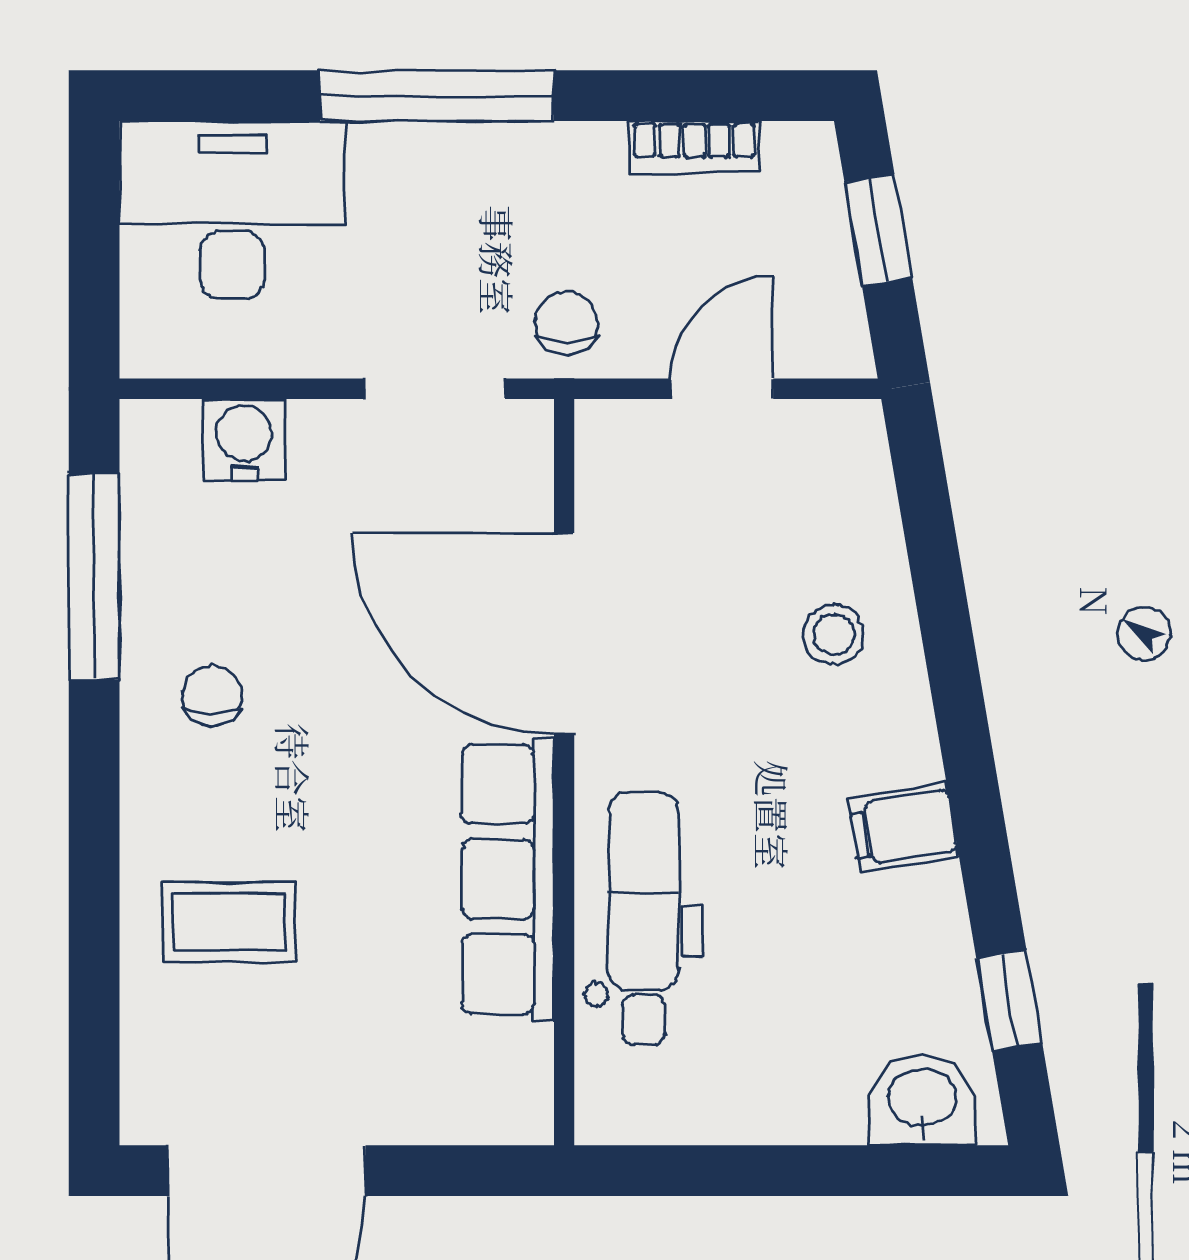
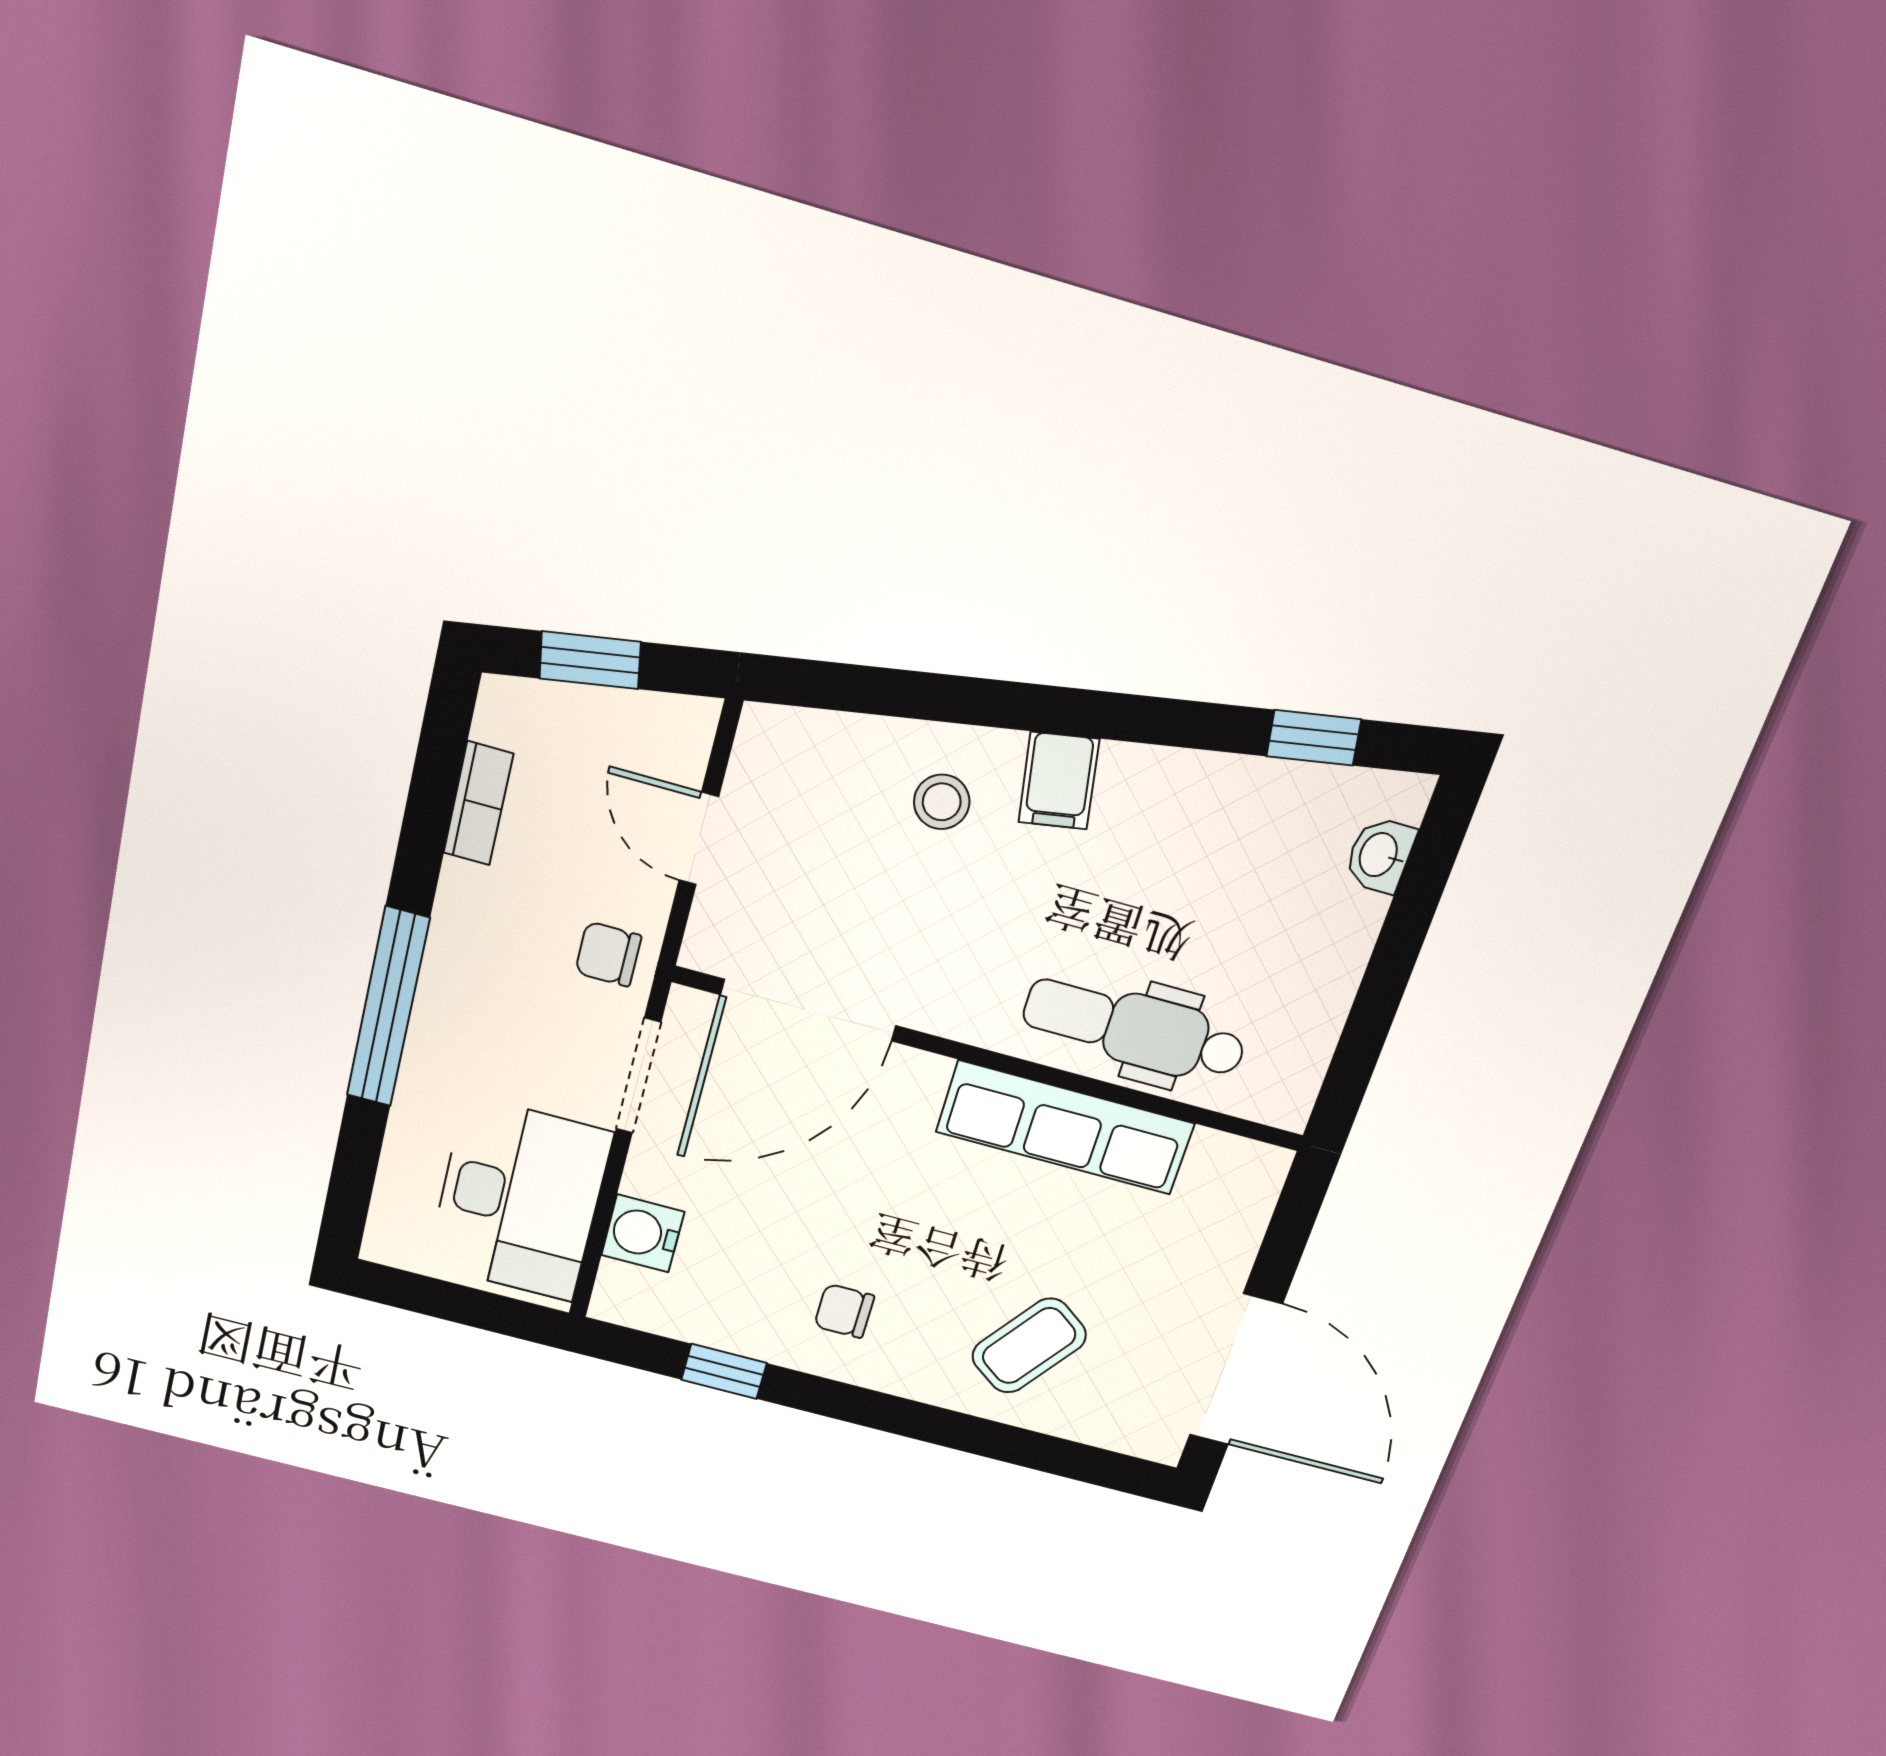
desk: (232, 210) -> (519, 1199), moved, turned 180
window: (94, 577) -> (724, 1371), width x0.46
door: (564, 634) -> (808, 1010), moved
filing cabinet: (904, 828) -> (1059, 781), moved
coffee table: (229, 922) -> (1029, 1346), turned 36
washbasin: (922, 1100) -> (1380, 855), width x0.72, depth x0.69

